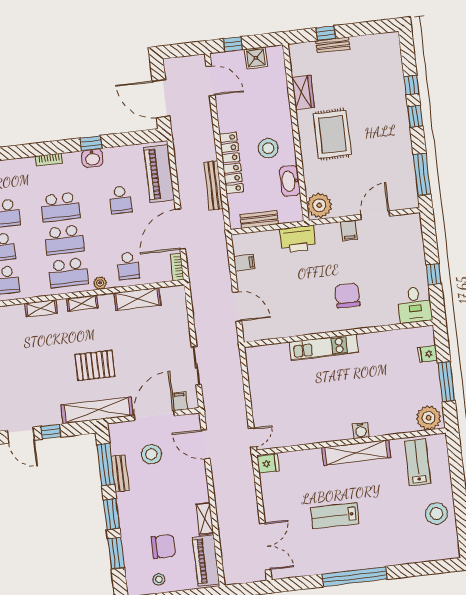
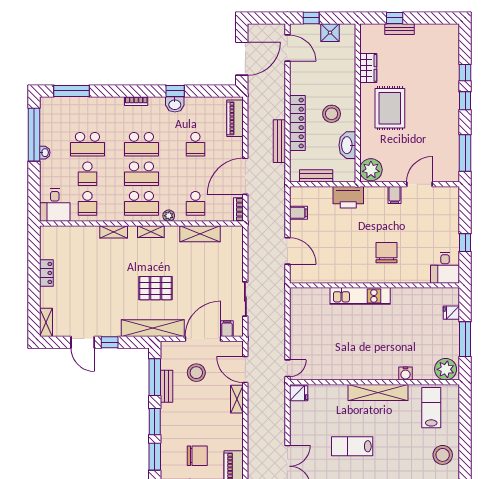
door: (161, 99) -> (242, 59), swing flipped
piano: (159, 174) -> (235, 118), width x0.73, depth x0.75
water cooler: (361, 430) -> (406, 373), moved
shelving: (205, 519) -> (237, 399), moved

